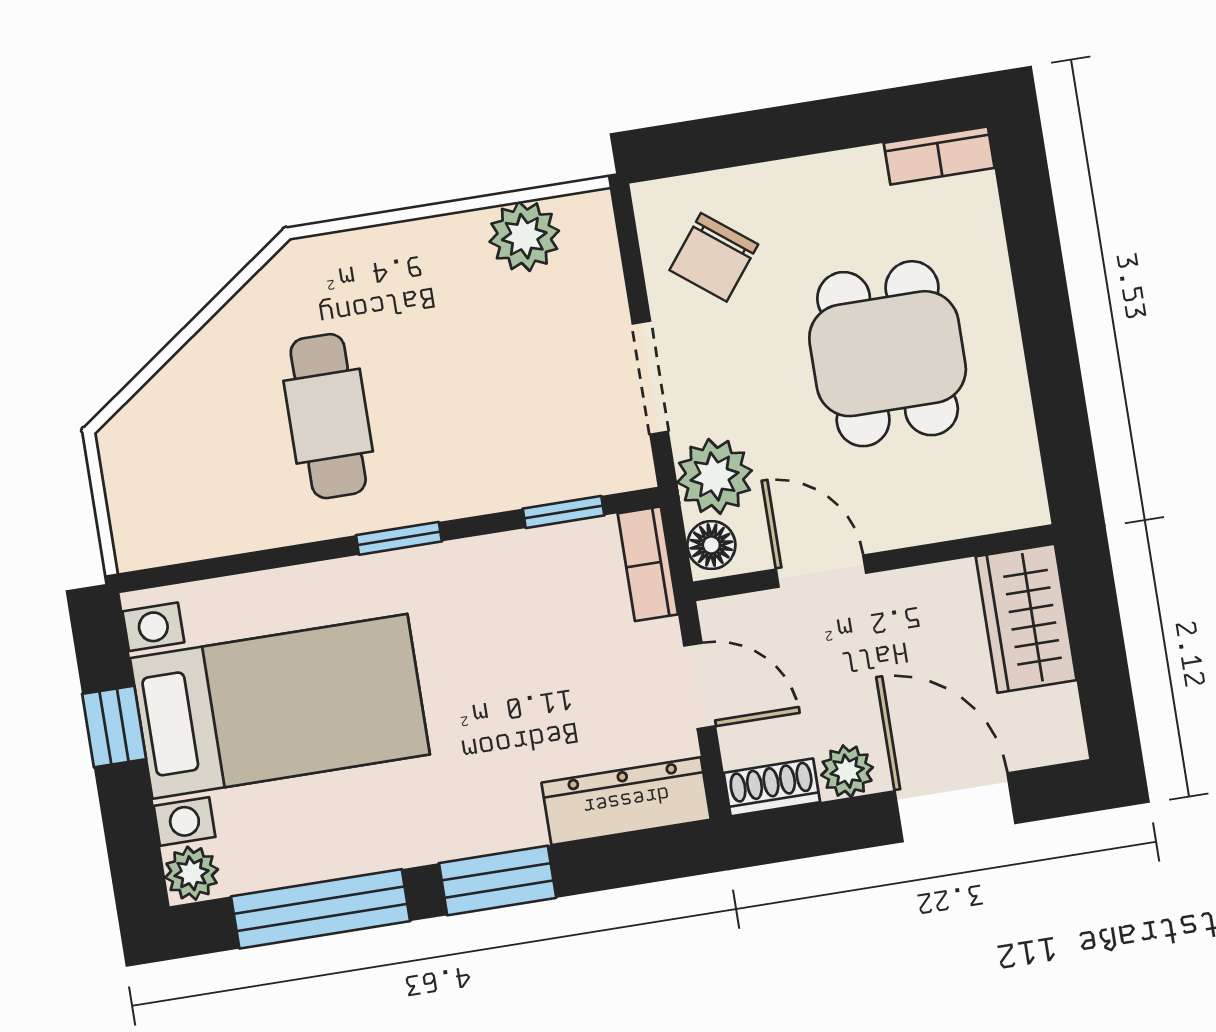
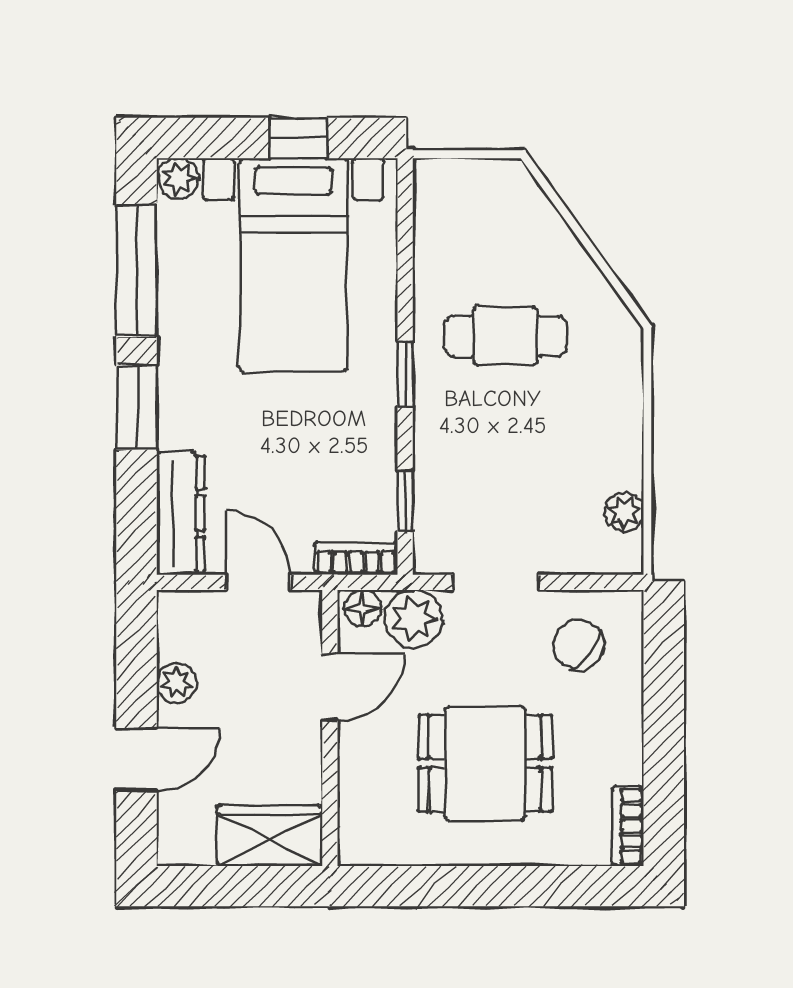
plant: (524, 236) -> (624, 512), width x0.73, depth x0.73
door: (700, 686) -> (258, 582), swing flipped
shoe rack: (772, 787) -> (173, 624), removed
door: (955, 807) -> (136, 759), width x0.73

